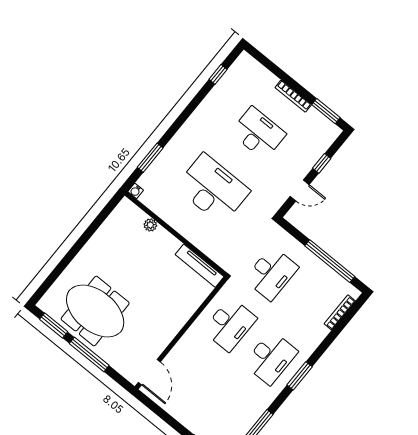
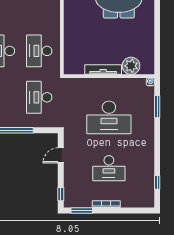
window: (322, 163) -> (61, 194), moved
plant: (150, 225) -> (131, 66), width x1.88, depth x1.88
tv unit: (200, 266) -> (103, 69), moved

